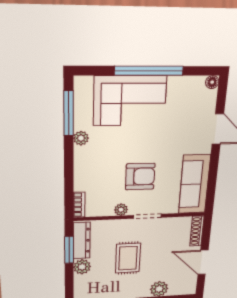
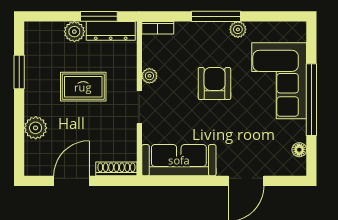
floor lamp: (212, 82) -> (299, 150), moved
window: (69, 113) -> (216, 16), moved
armchair: (140, 177) -> (215, 83), moved, turned 180

